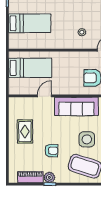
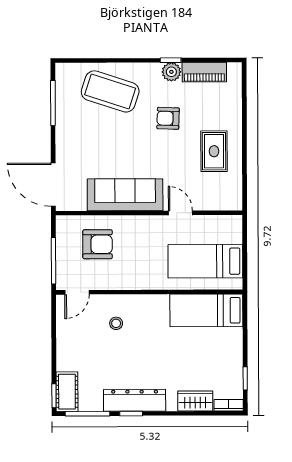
bed: (30, 23) -> (206, 310), moved
door: (44, 96) -> (180, 213), swing flipped
side table: (87, 139) -> (107, 138), removed

